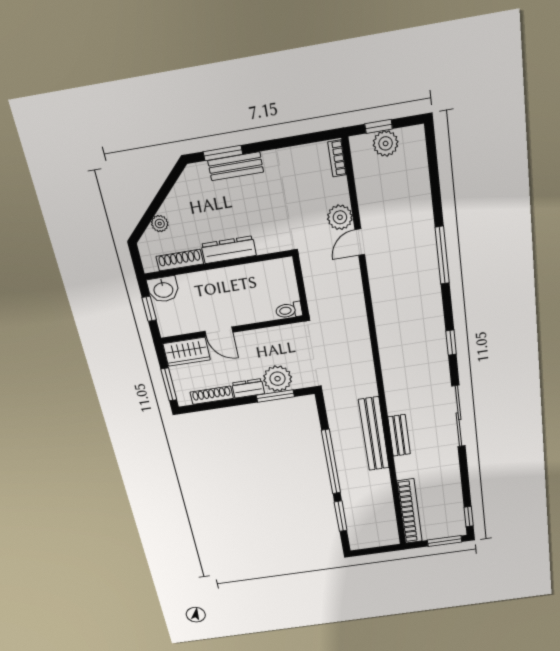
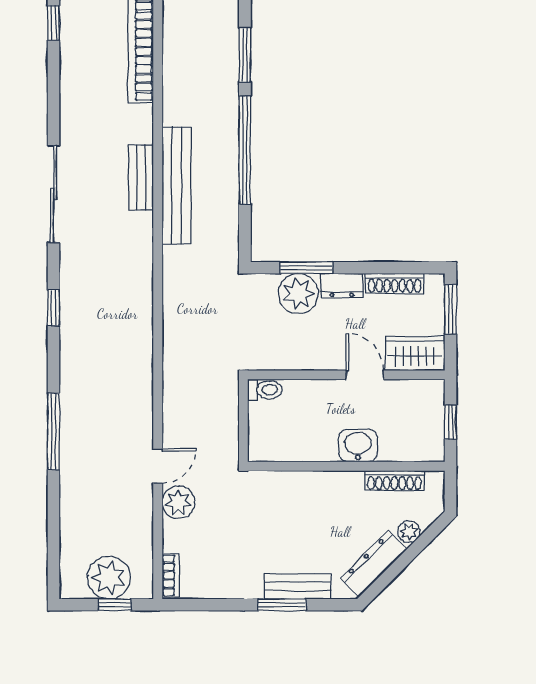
plant: (386, 143) -> (109, 578), width x1.36, depth x1.36
window: (223, 153) -> (282, 605), moved
dresser: (229, 250) -> (374, 564), moved, turned 135
washbasin: (163, 289) -> (358, 445), moved

